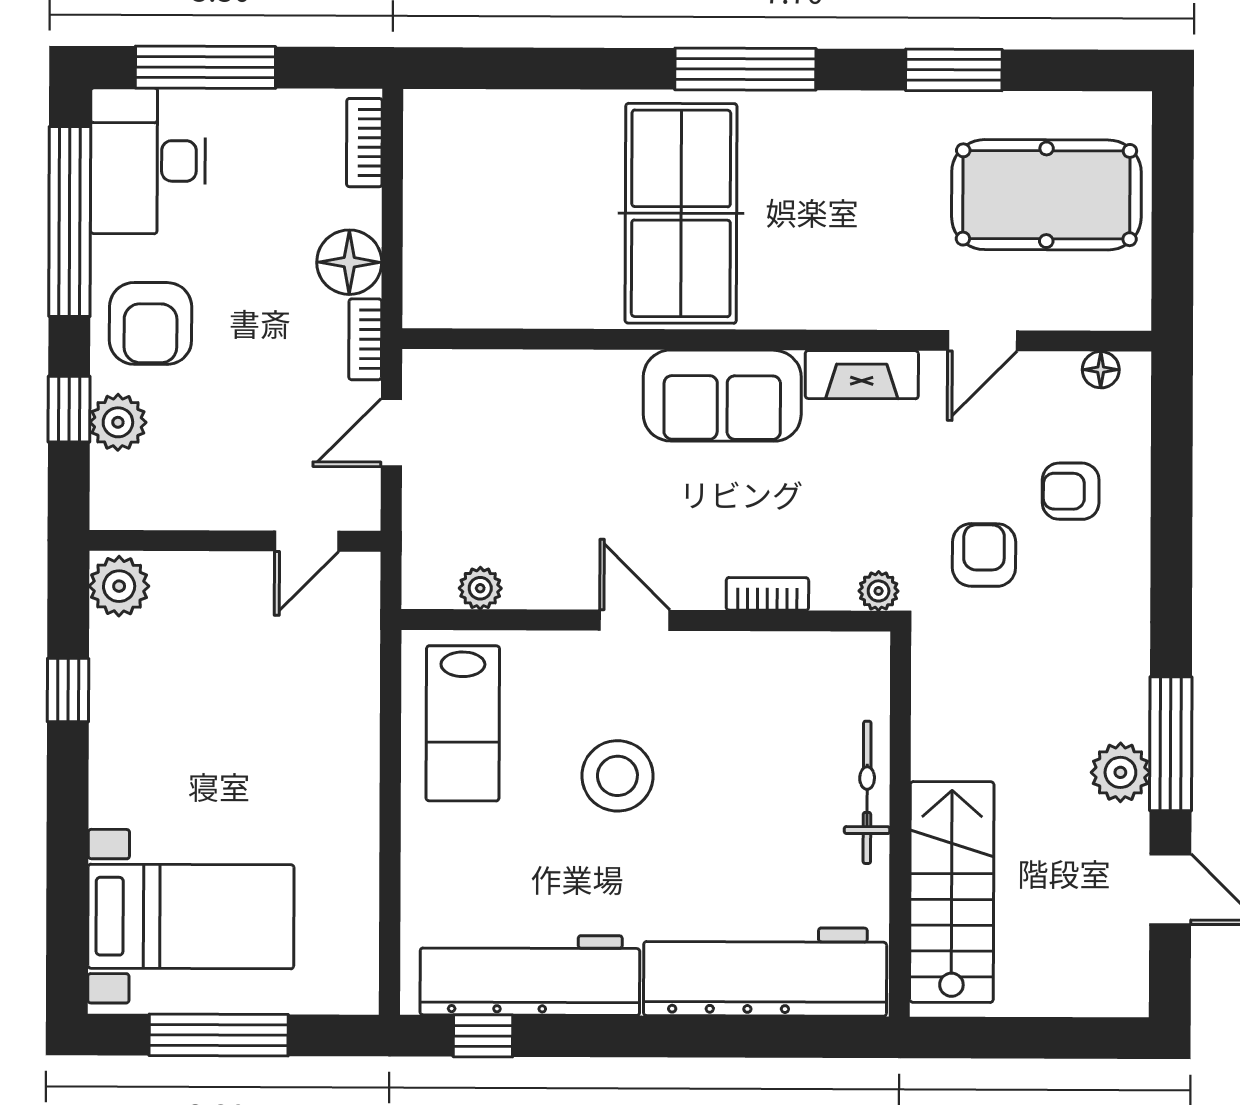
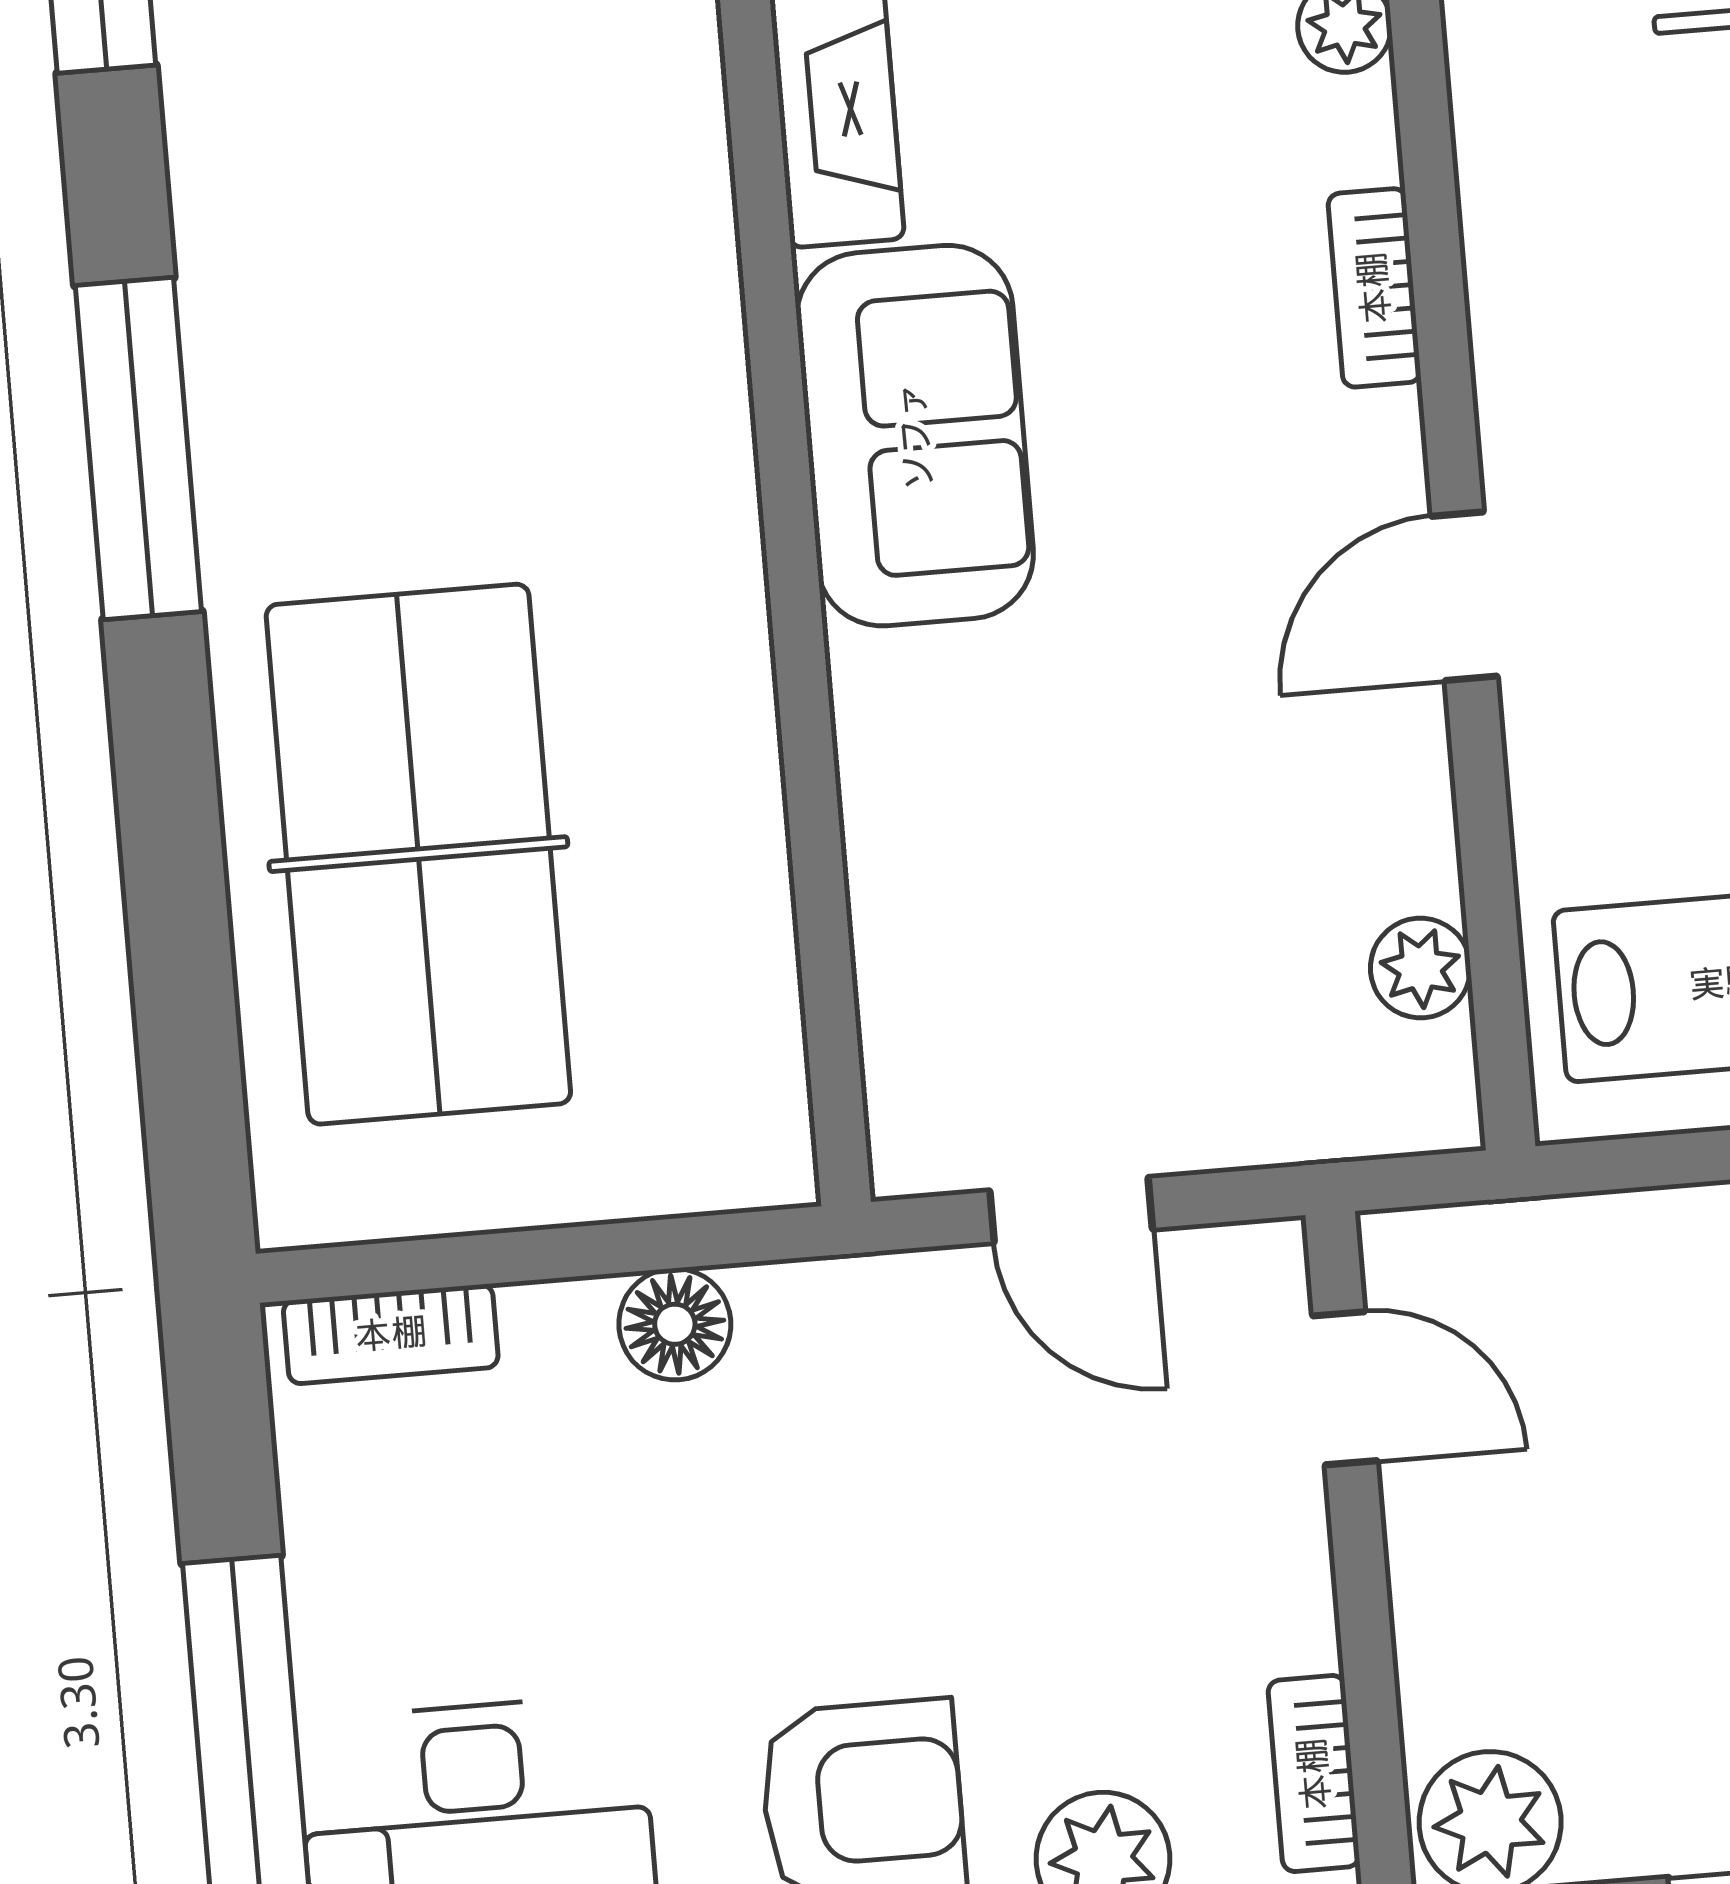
table tennis table: (681, 213) -> (418, 854), moved, turned 90
floor lamp: (349, 262) -> (675, 1324), width x0.73, depth x0.73
bookcase: (365, 339) -> (1314, 1774), moved, turned 90

